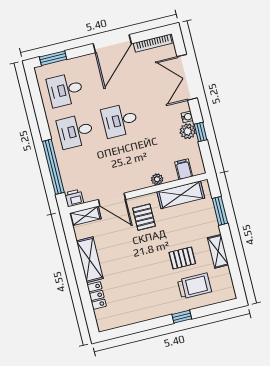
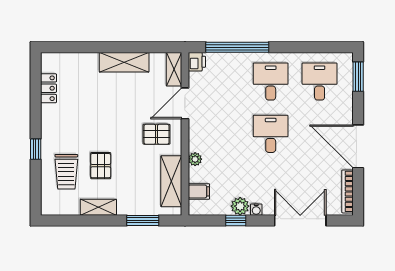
locker: (97, 295) -> (49, 88), moved, turned -90

